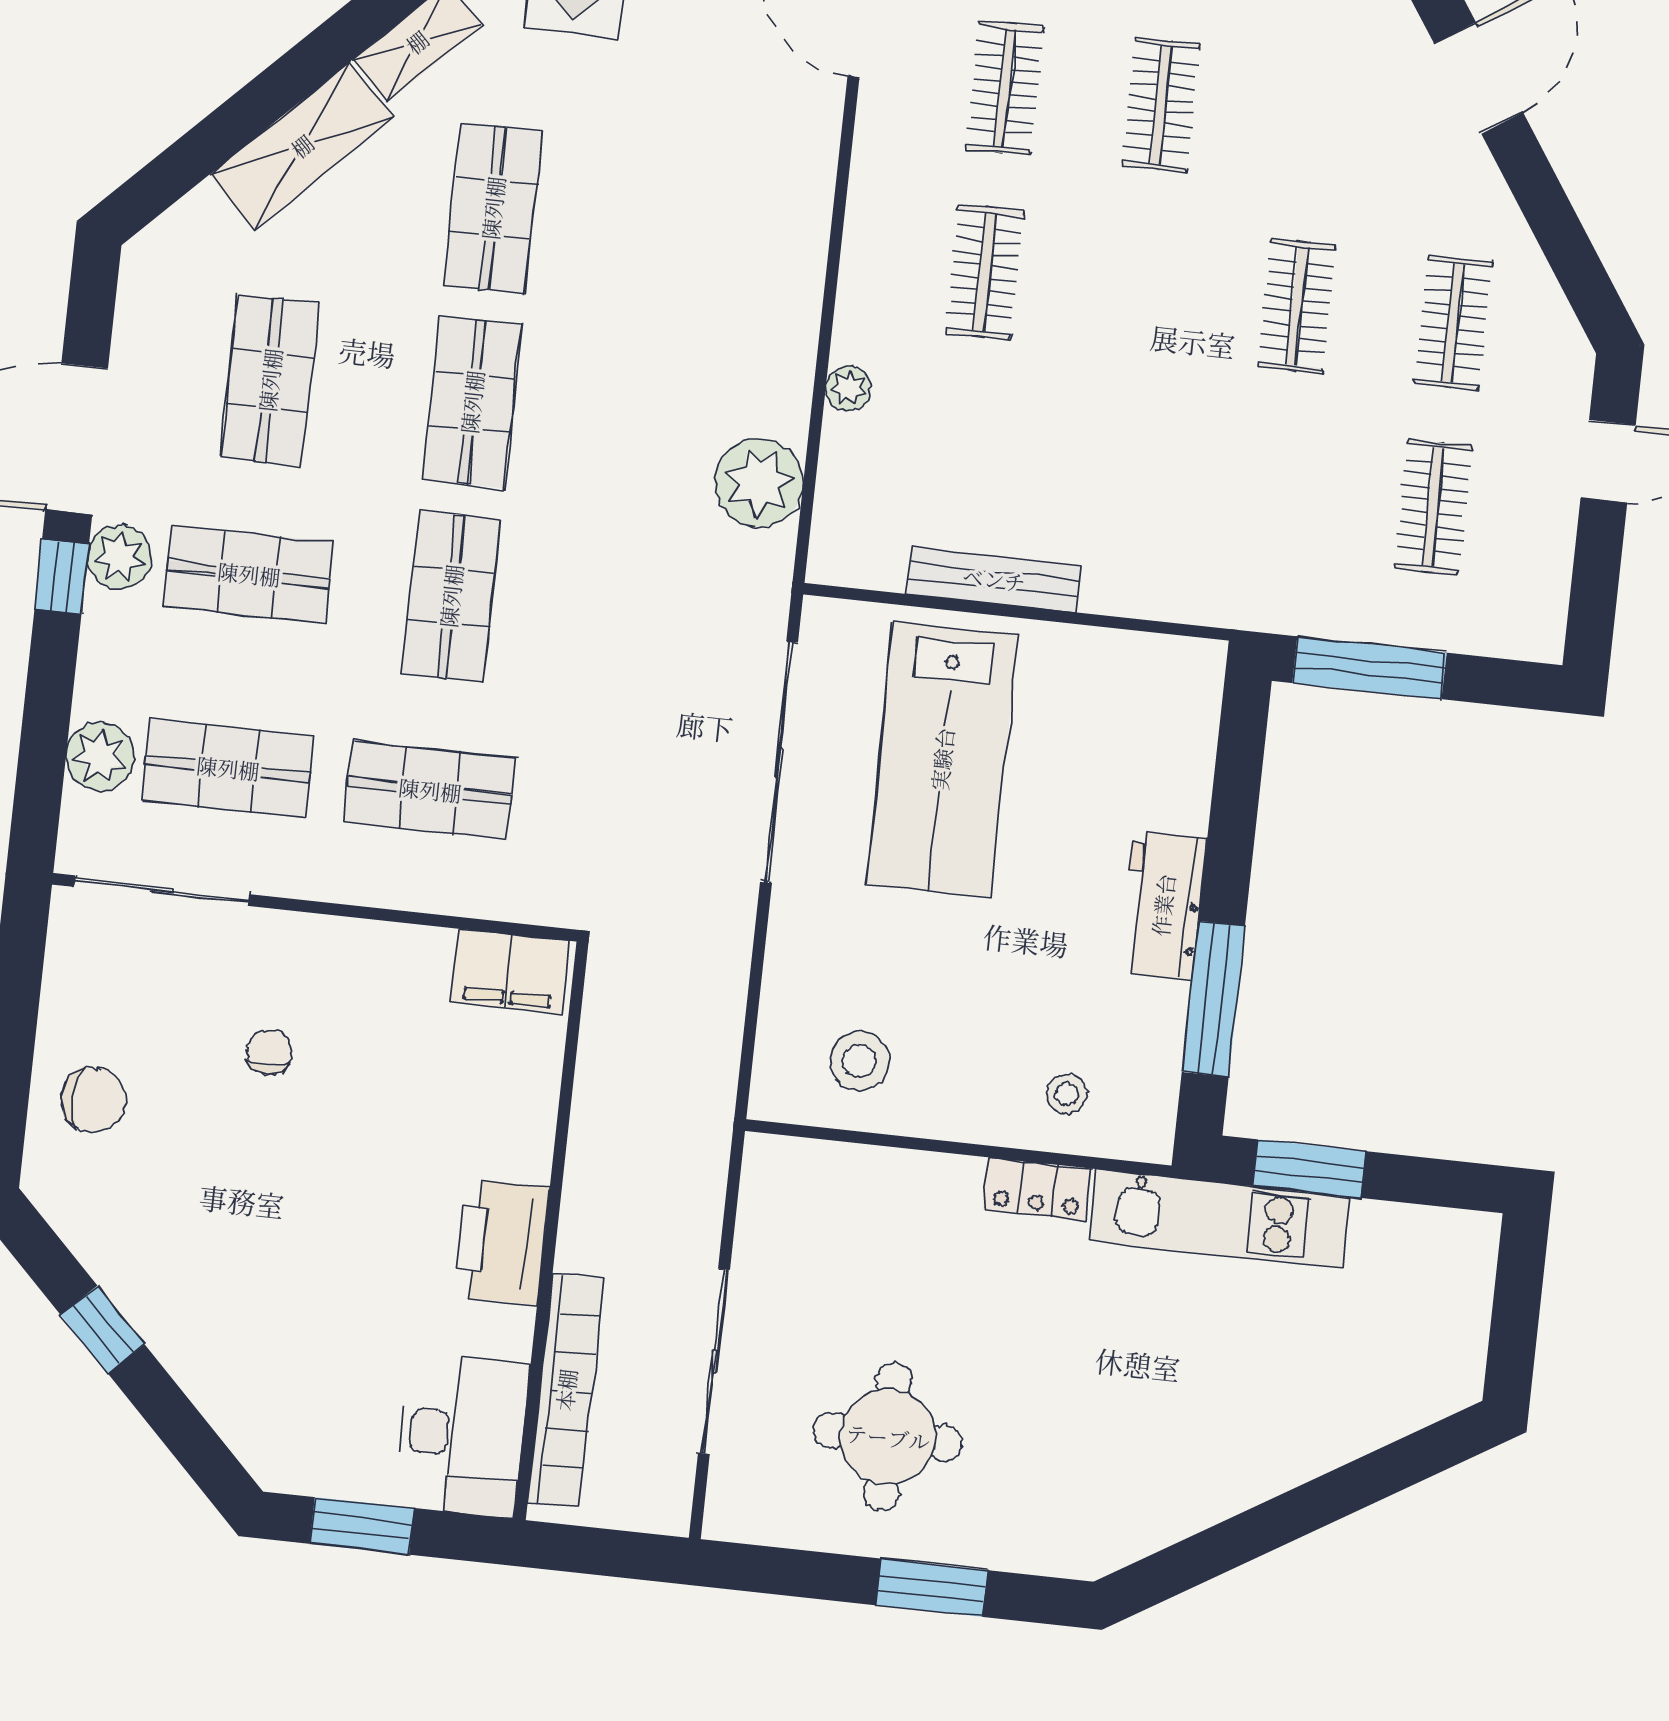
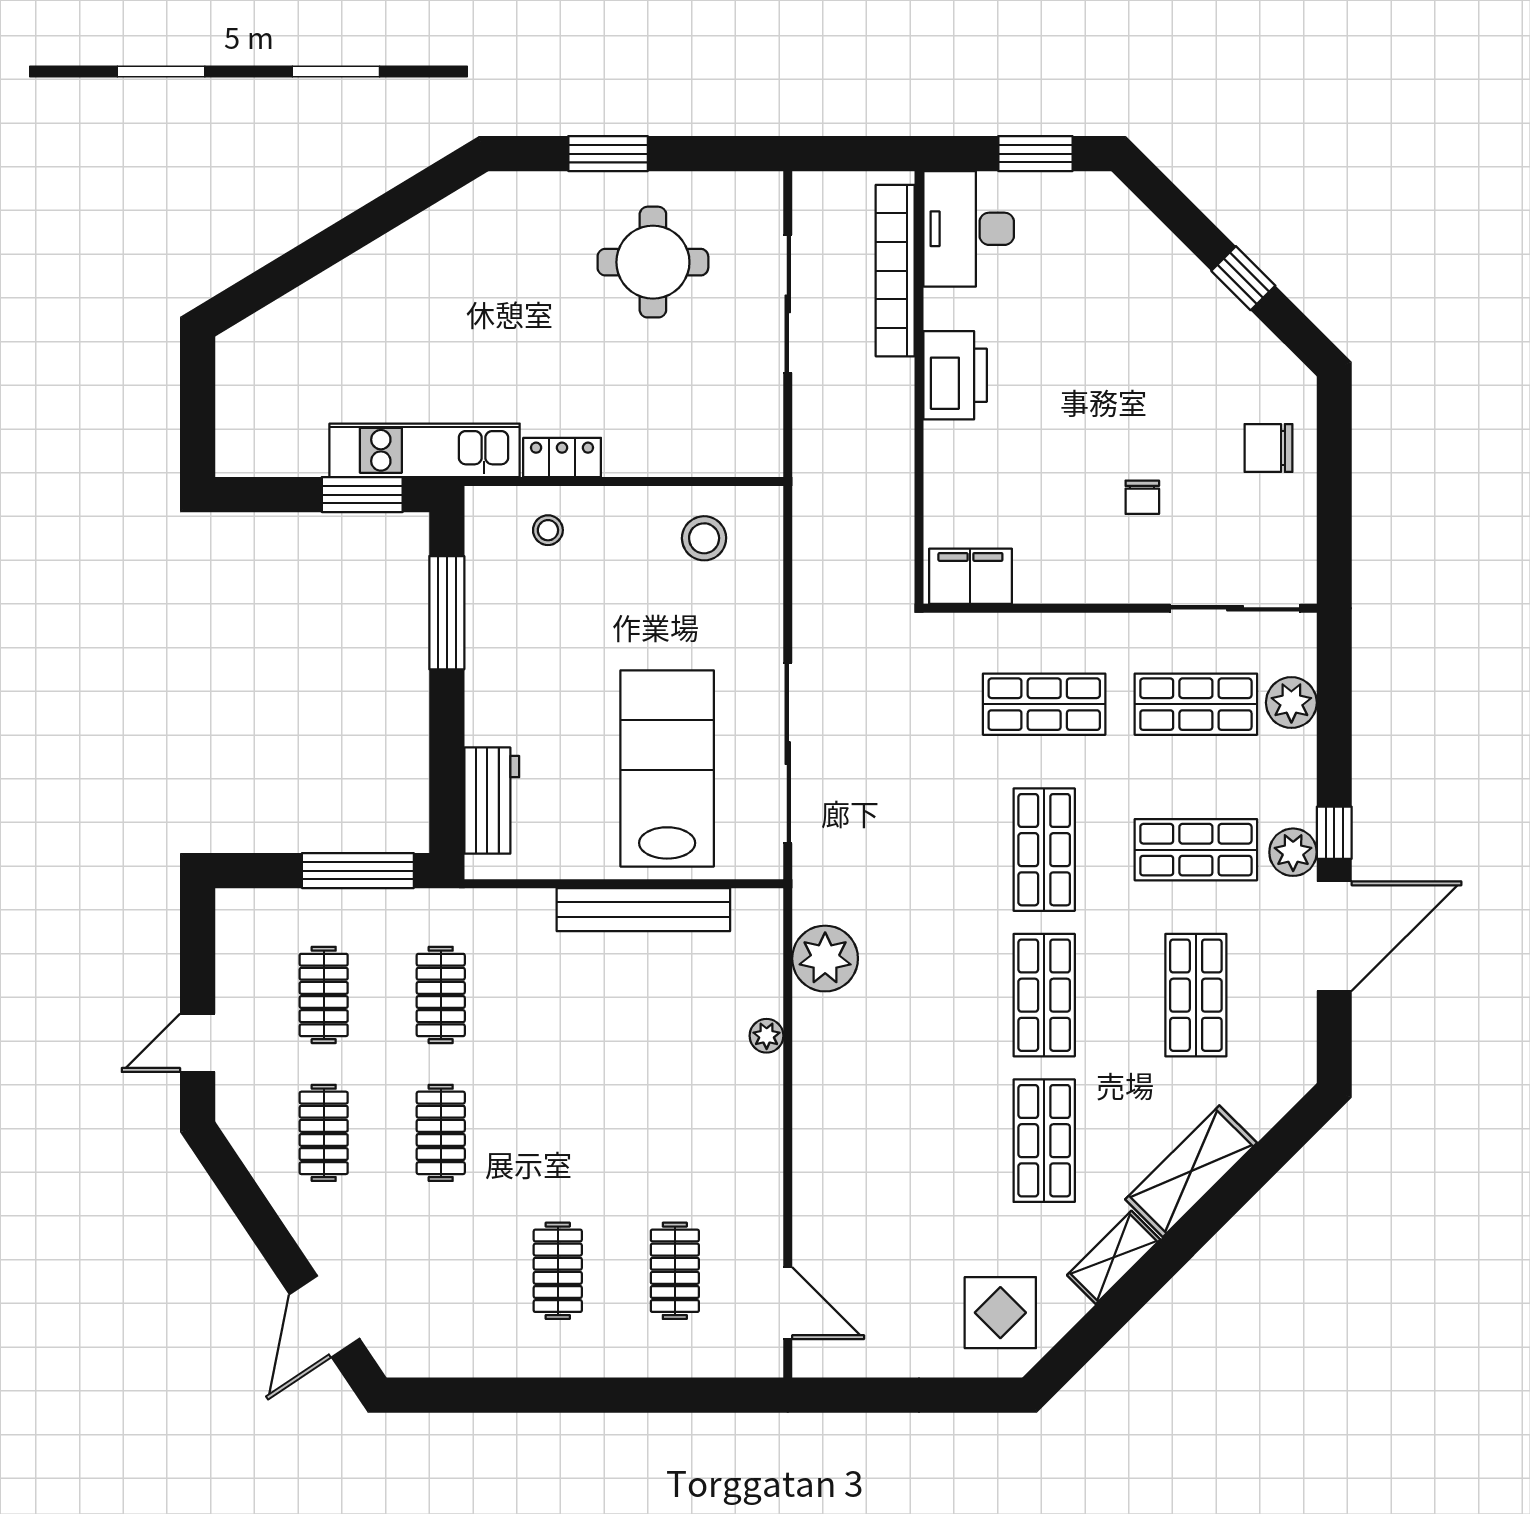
clothes rail: (985, 272) -> (441, 995), moved
bench: (994, 579) -> (643, 910), width x1.37, depth x1.21
workbench: (1163, 905) -> (492, 801), moved

